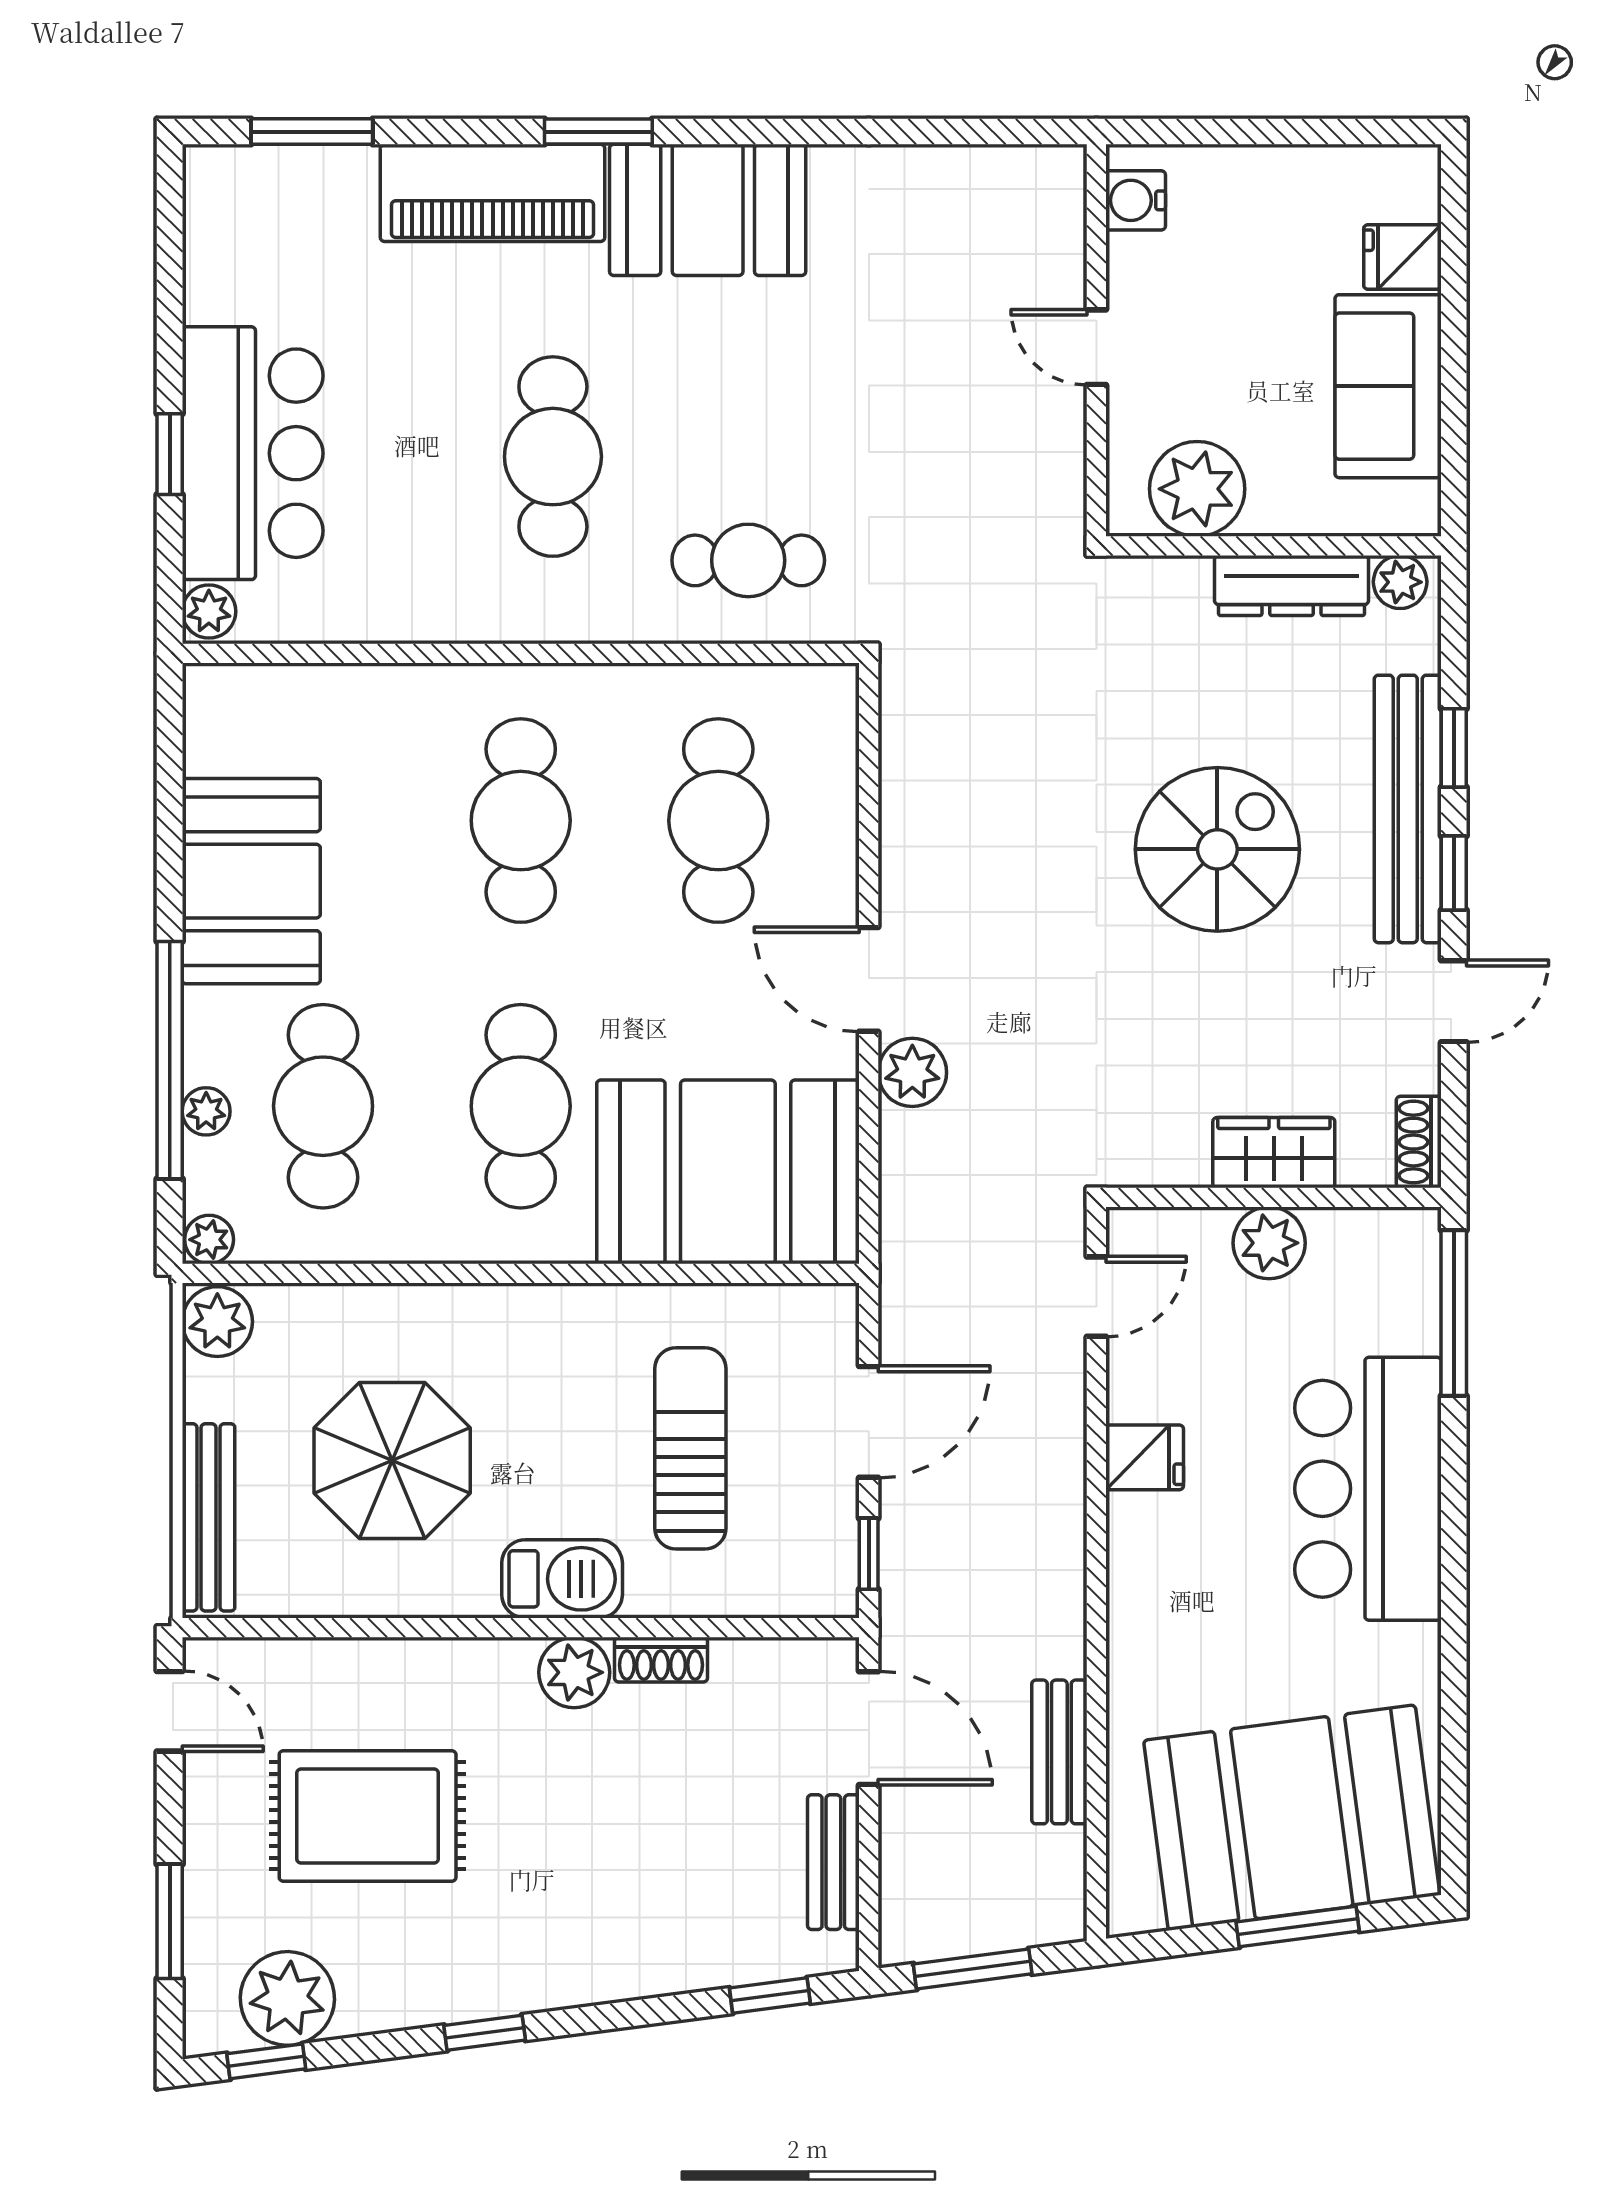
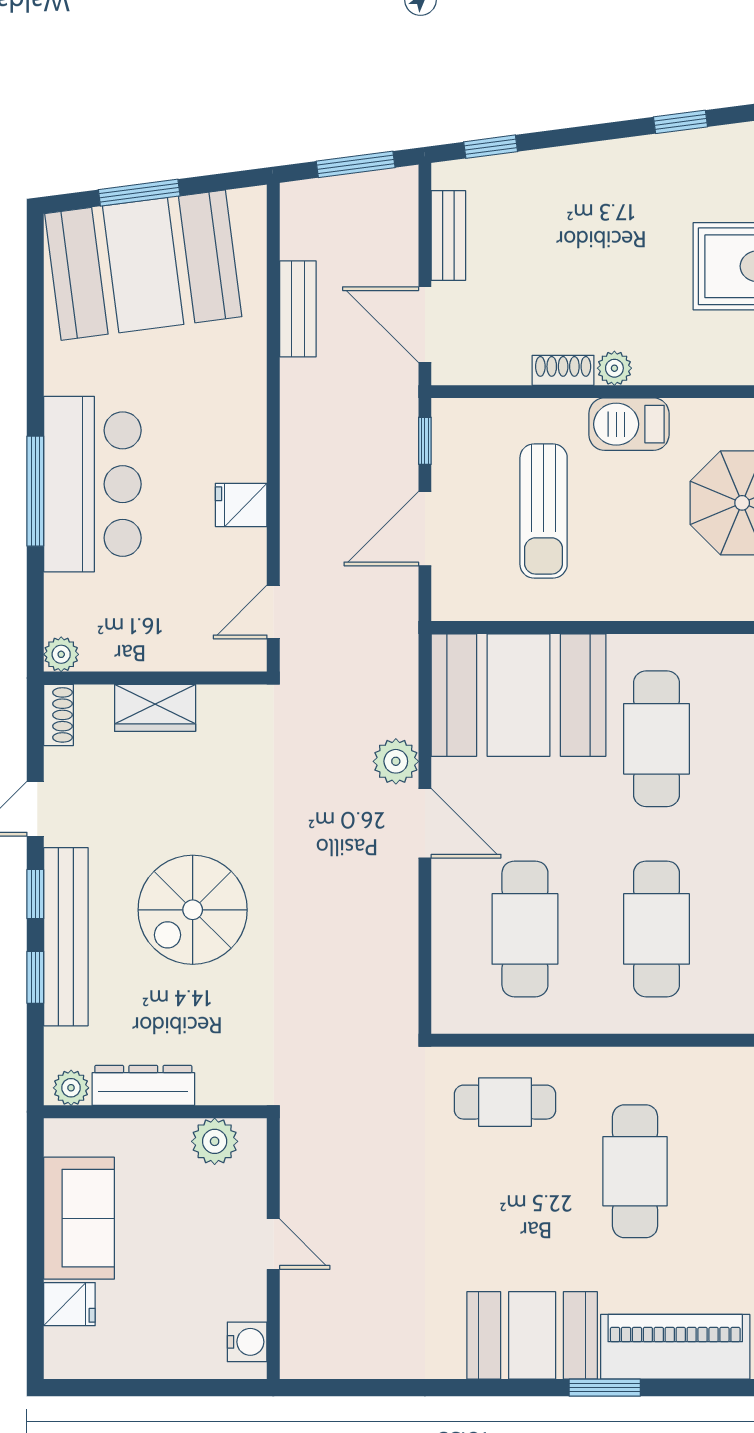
plant: (1197, 489) -> (215, 1141), width x0.73, depth x0.73
plant: (1269, 1243) -> (61, 654), moved, width x0.73, depth x0.73
window: (1454, 1313) -> (35, 491), moved
plant: (574, 1672) -> (614, 368), width x0.73, depth x0.73

